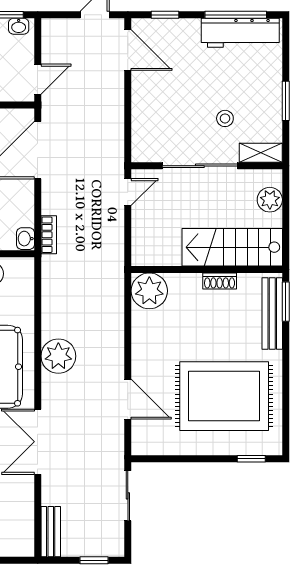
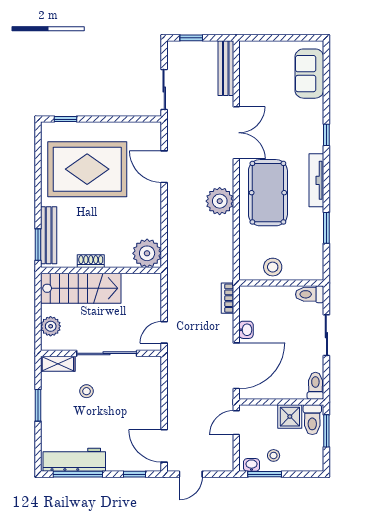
washbasin: (25, 239) -> (246, 330), moved
bench: (51, 532) -> (226, 68), width x1.36

